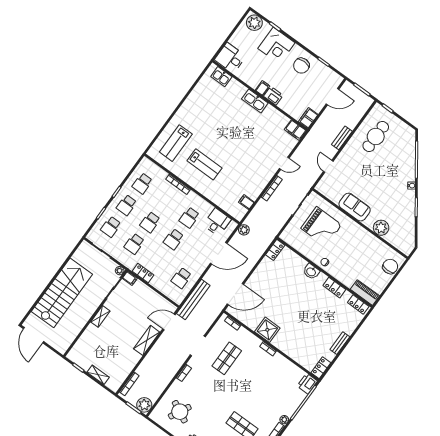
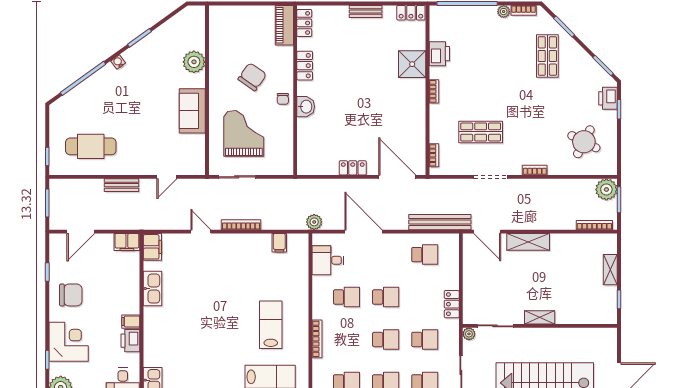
printer: (273, 96) -> (130, 341), moved
door: (333, 97) -> (81, 232), swing flipped
kitchen sink: (255, 101) -> (153, 289), moved
locker: (275, 250) -> (353, 168), moved
chair: (390, 266) -> (252, 77), moved, turned 125
filing cabinet: (130, 278) -> (469, 315), removed
shower: (267, 330) -> (412, 64), moved
printer: (307, 384) -> (439, 54), moved, turned -90

